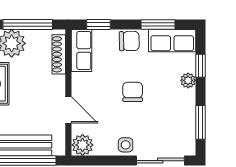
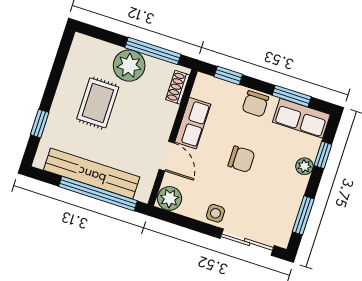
chair: (129, 41) -> (255, 104), turned 91
row of seats: (81, 50) -> (193, 123), moved
shoe rack: (59, 54) -> (178, 87), width x0.70
chair: (133, 92) -> (241, 159), turned 90

